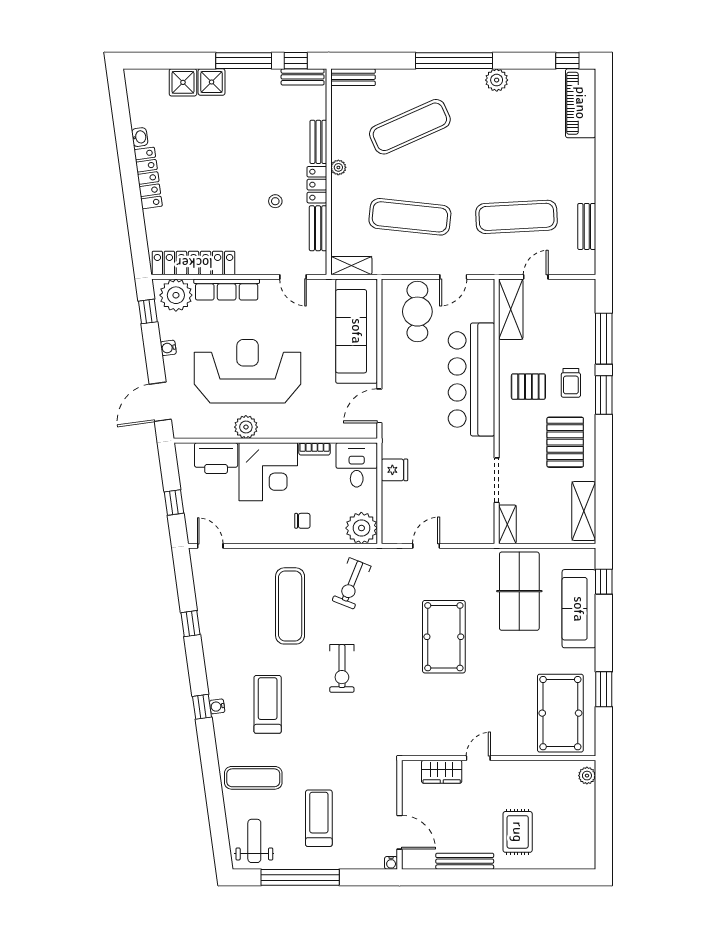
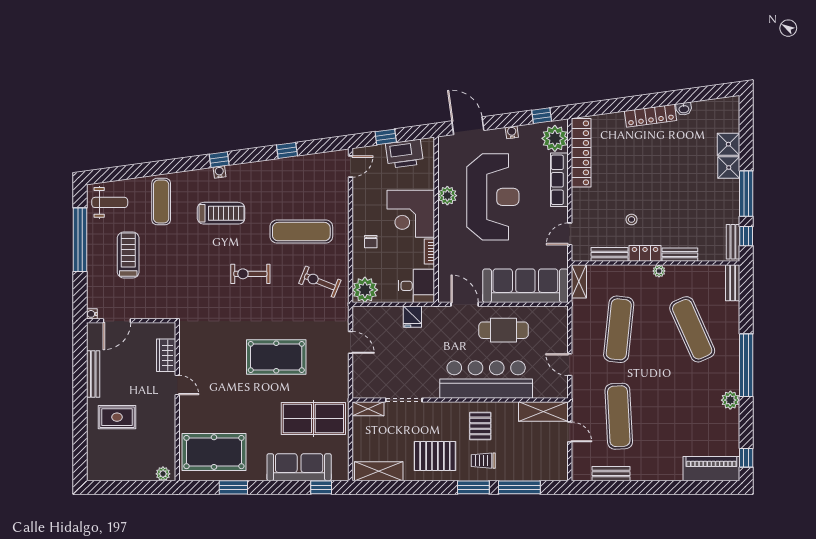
cafe table: (417, 312) -> (504, 330), moved
printer: (216, 458) -> (404, 154), moved, turned -98
treadmill: (319, 818) -> (128, 255), turned -90

